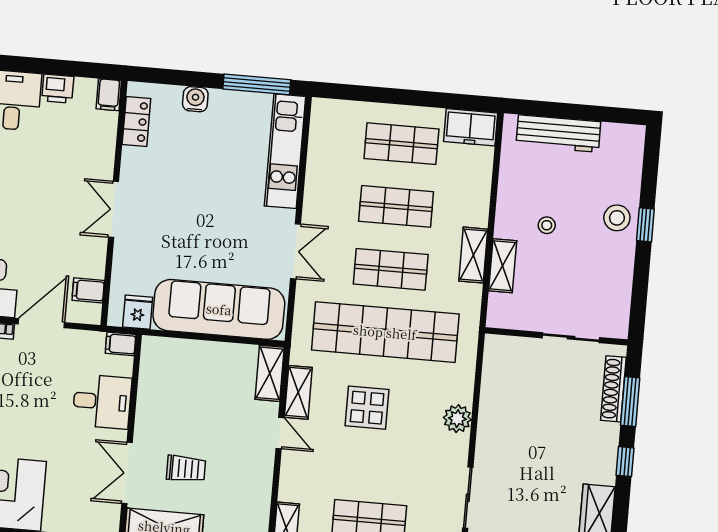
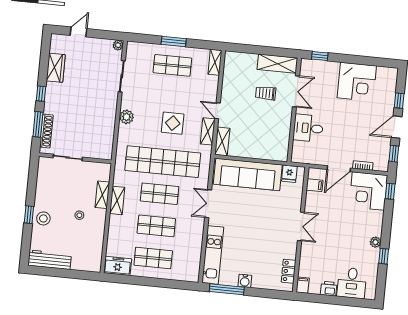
water cooler: (195, 99) -> (245, 281), moved
workbench: (558, 134) -> (50, 260), moved
filing cabinet: (121, 344) -> (298, 157), removed

